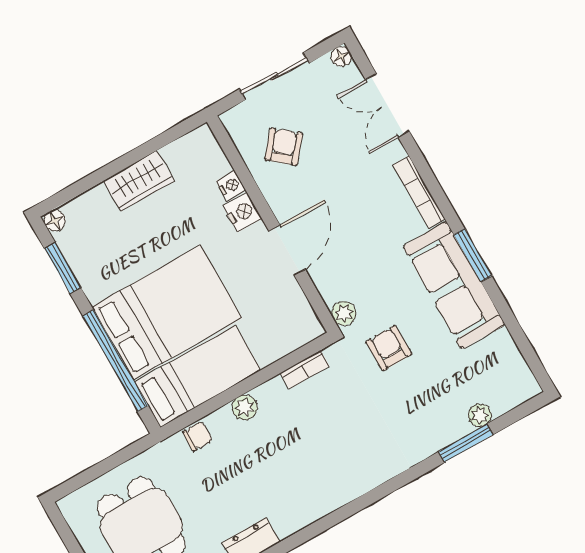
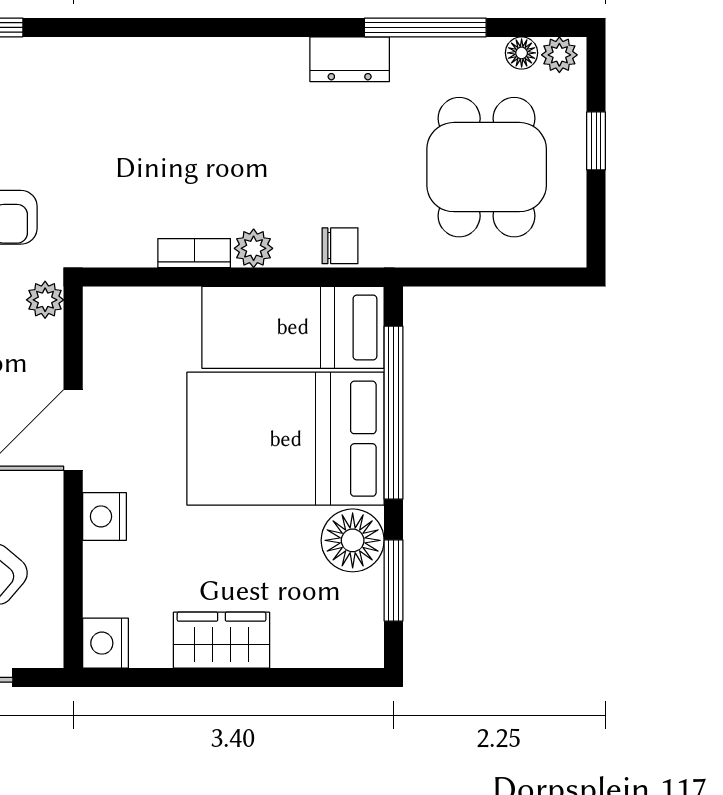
nightstand: (231, 186) -> (106, 643), moved, width x1.39, depth x1.35
floor lamp: (55, 221) -> (353, 540), moved, width x1.89, depth x1.89
bookcase: (305, 370) -> (194, 253), moved
chair: (198, 436) -> (340, 246), turned 180

